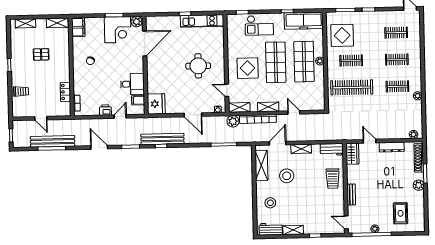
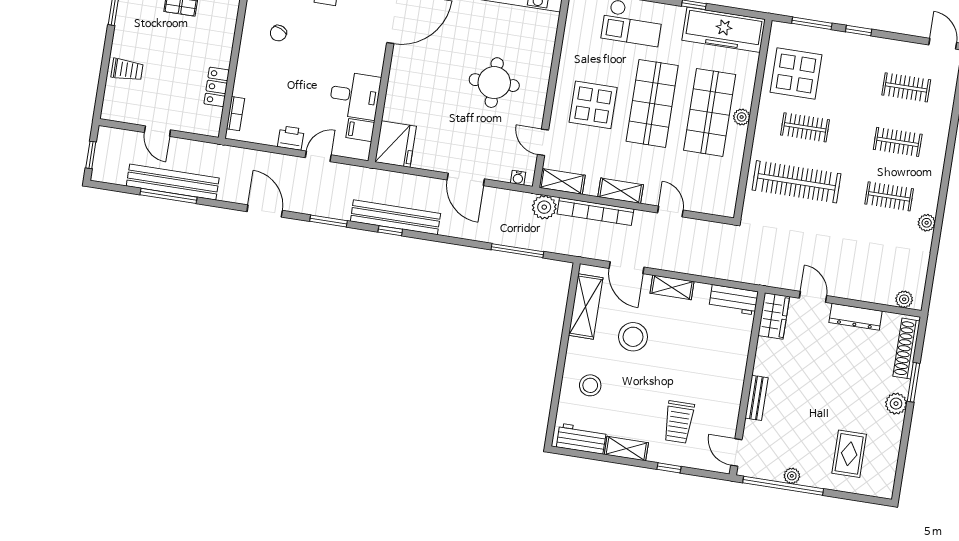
door: (278, 143) -> (627, 268), swing flipped
trolley: (333, 178) -> (679, 422), moved

